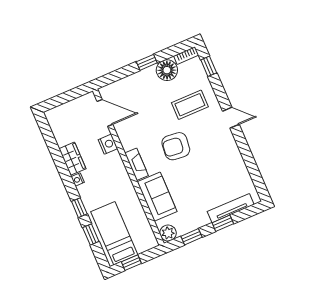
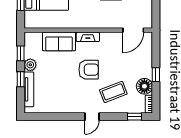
coffee table: (190, 105) -> (113, 92), turned 69
nightstand: (108, 144) -> (110, 23), removed
armchair: (176, 146) -> (89, 70), turned 84
plant: (168, 233) -> (30, 65), moved

